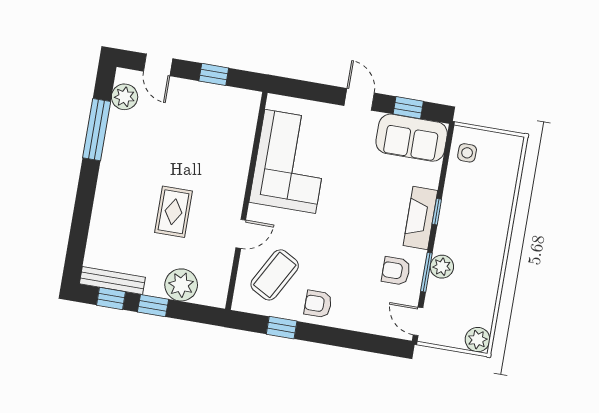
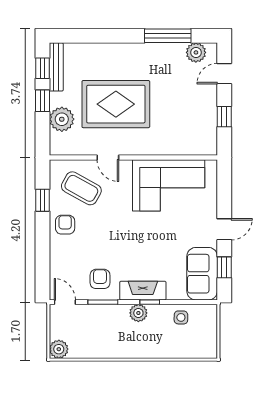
side table: (467, 153) -> (181, 317), moved
rug: (174, 212) -> (116, 104), width x1.86, depth x2.06
plant: (442, 267) -> (138, 313), moved
door: (418, 321) -> (65, 302), hinge flipped

